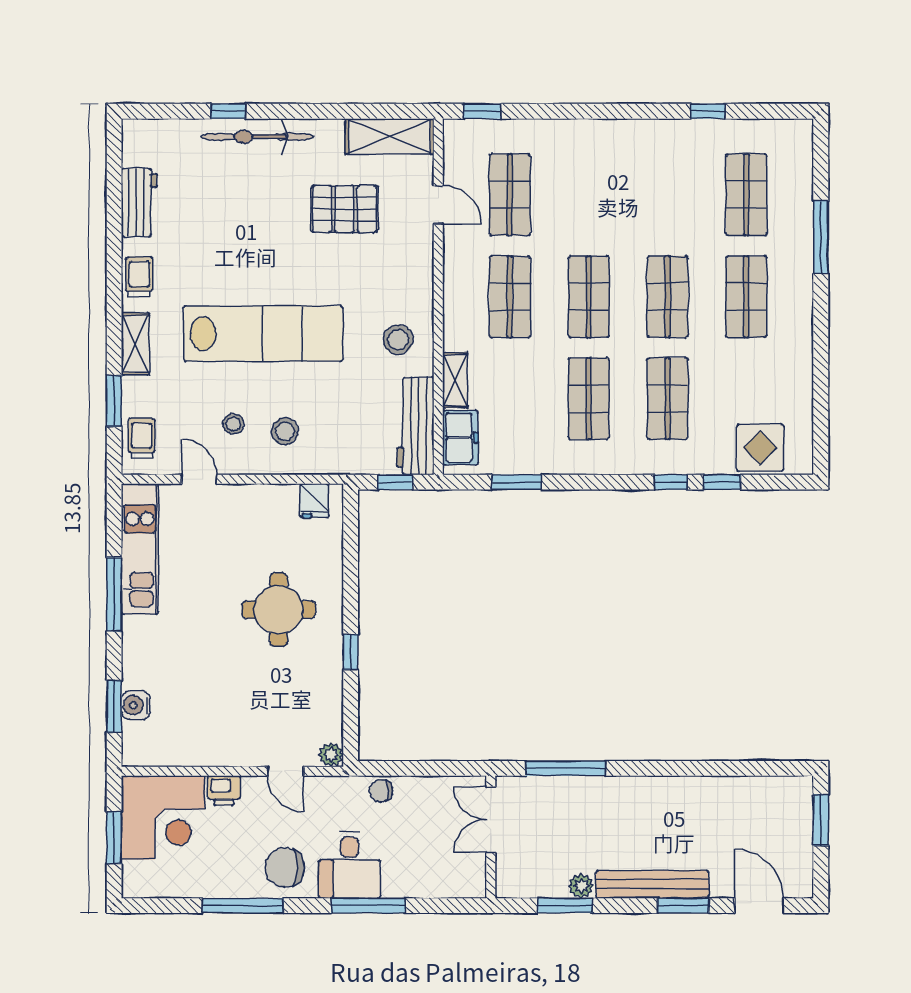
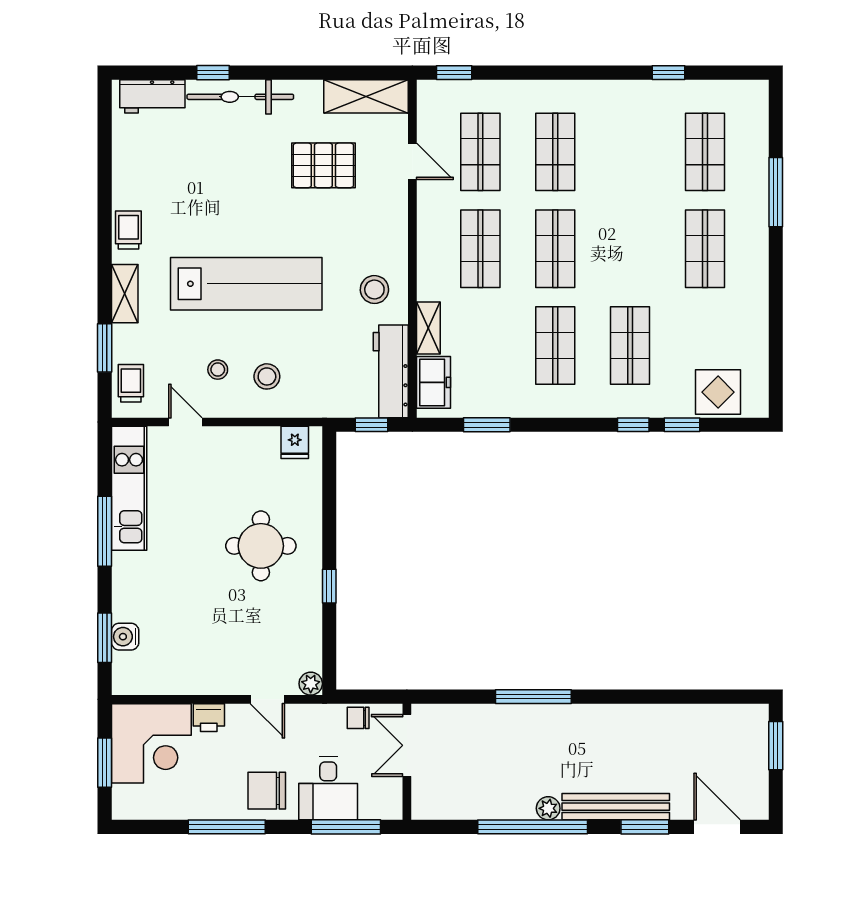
workbench: (139, 203) -> (152, 96), moved, turned 90
shop shelf: (667, 297) -> (555, 152), moved
double door: (491, 820) -> (407, 745), moved
wall: (491, 837) -> (407, 762), moved
window: (565, 906) -> (533, 827), width x2.11

